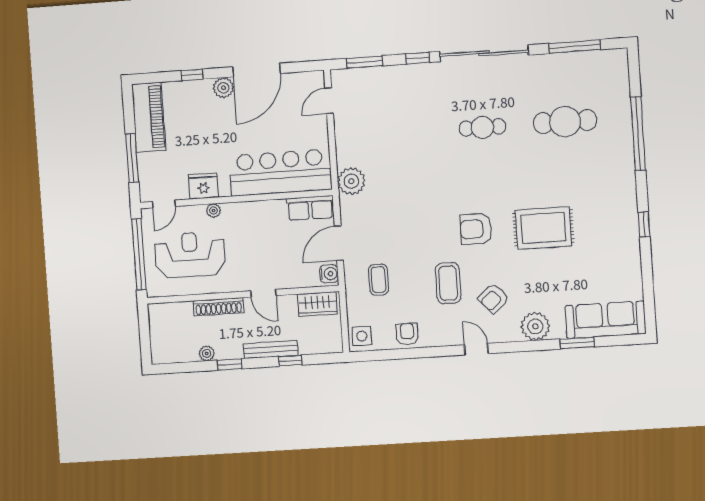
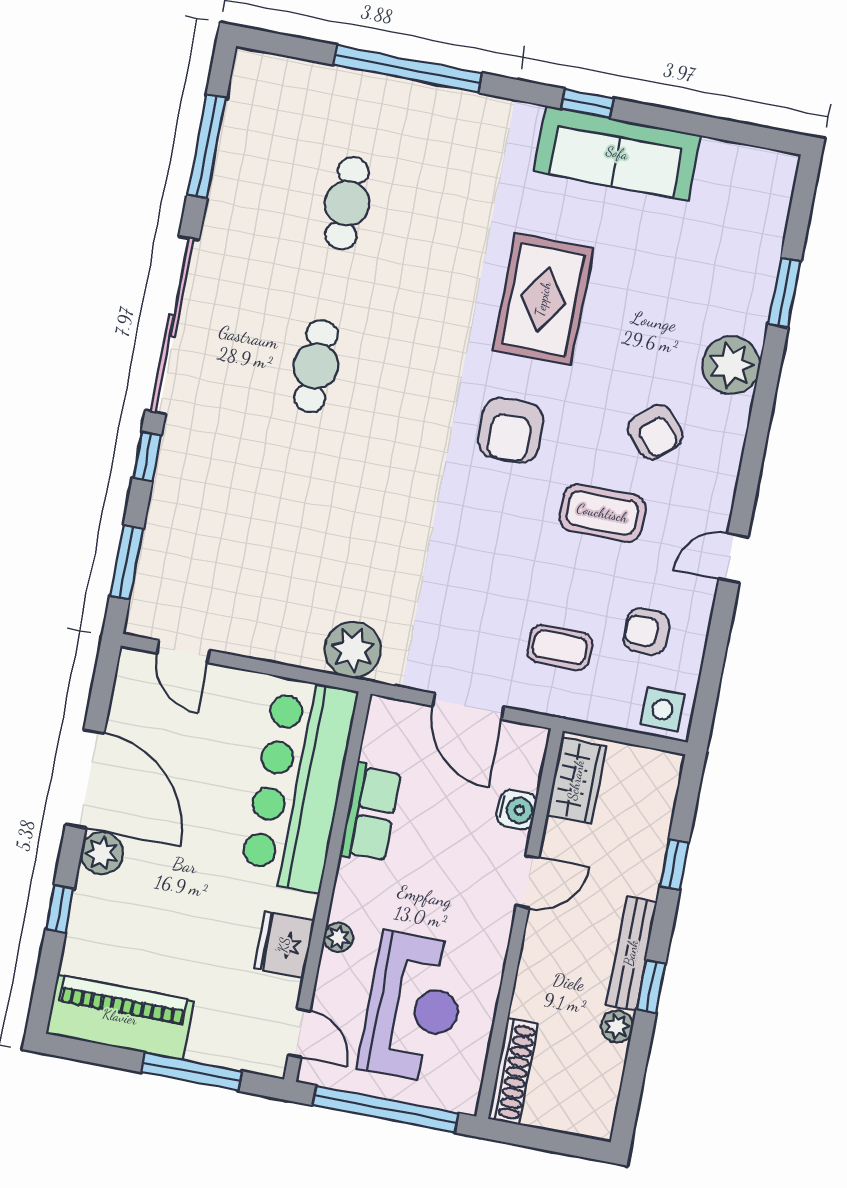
cafe table: (565, 122) -> (347, 203), width x0.73, depth x0.74
row of seats: (310, 208) -> (371, 813), moved
reception desk: (190, 255) -> (413, 1007), turned 180
water cooler: (329, 274) -> (517, 810), moved, turned 90
shoe rack: (219, 307) -> (513, 1072), moved
sofa: (605, 320) -> (617, 153), moved, turned -90
armchair: (407, 334) -> (647, 632), moved
door: (476, 349) -> (733, 558), moved
bench: (271, 350) -> (631, 953), moved

